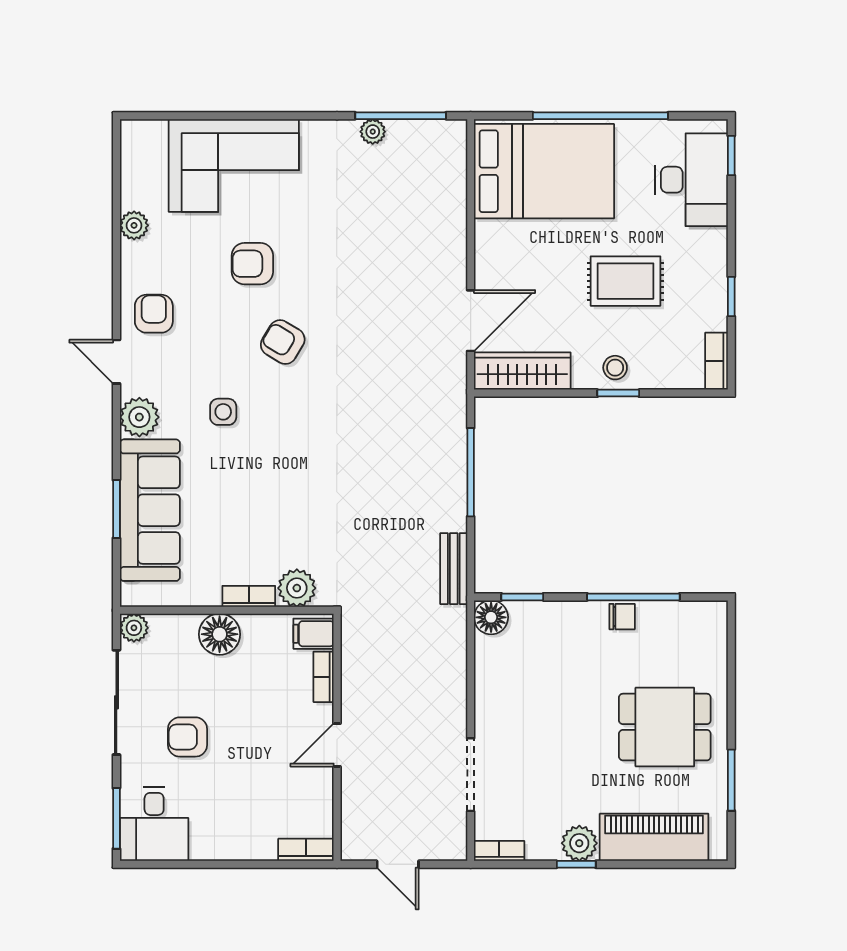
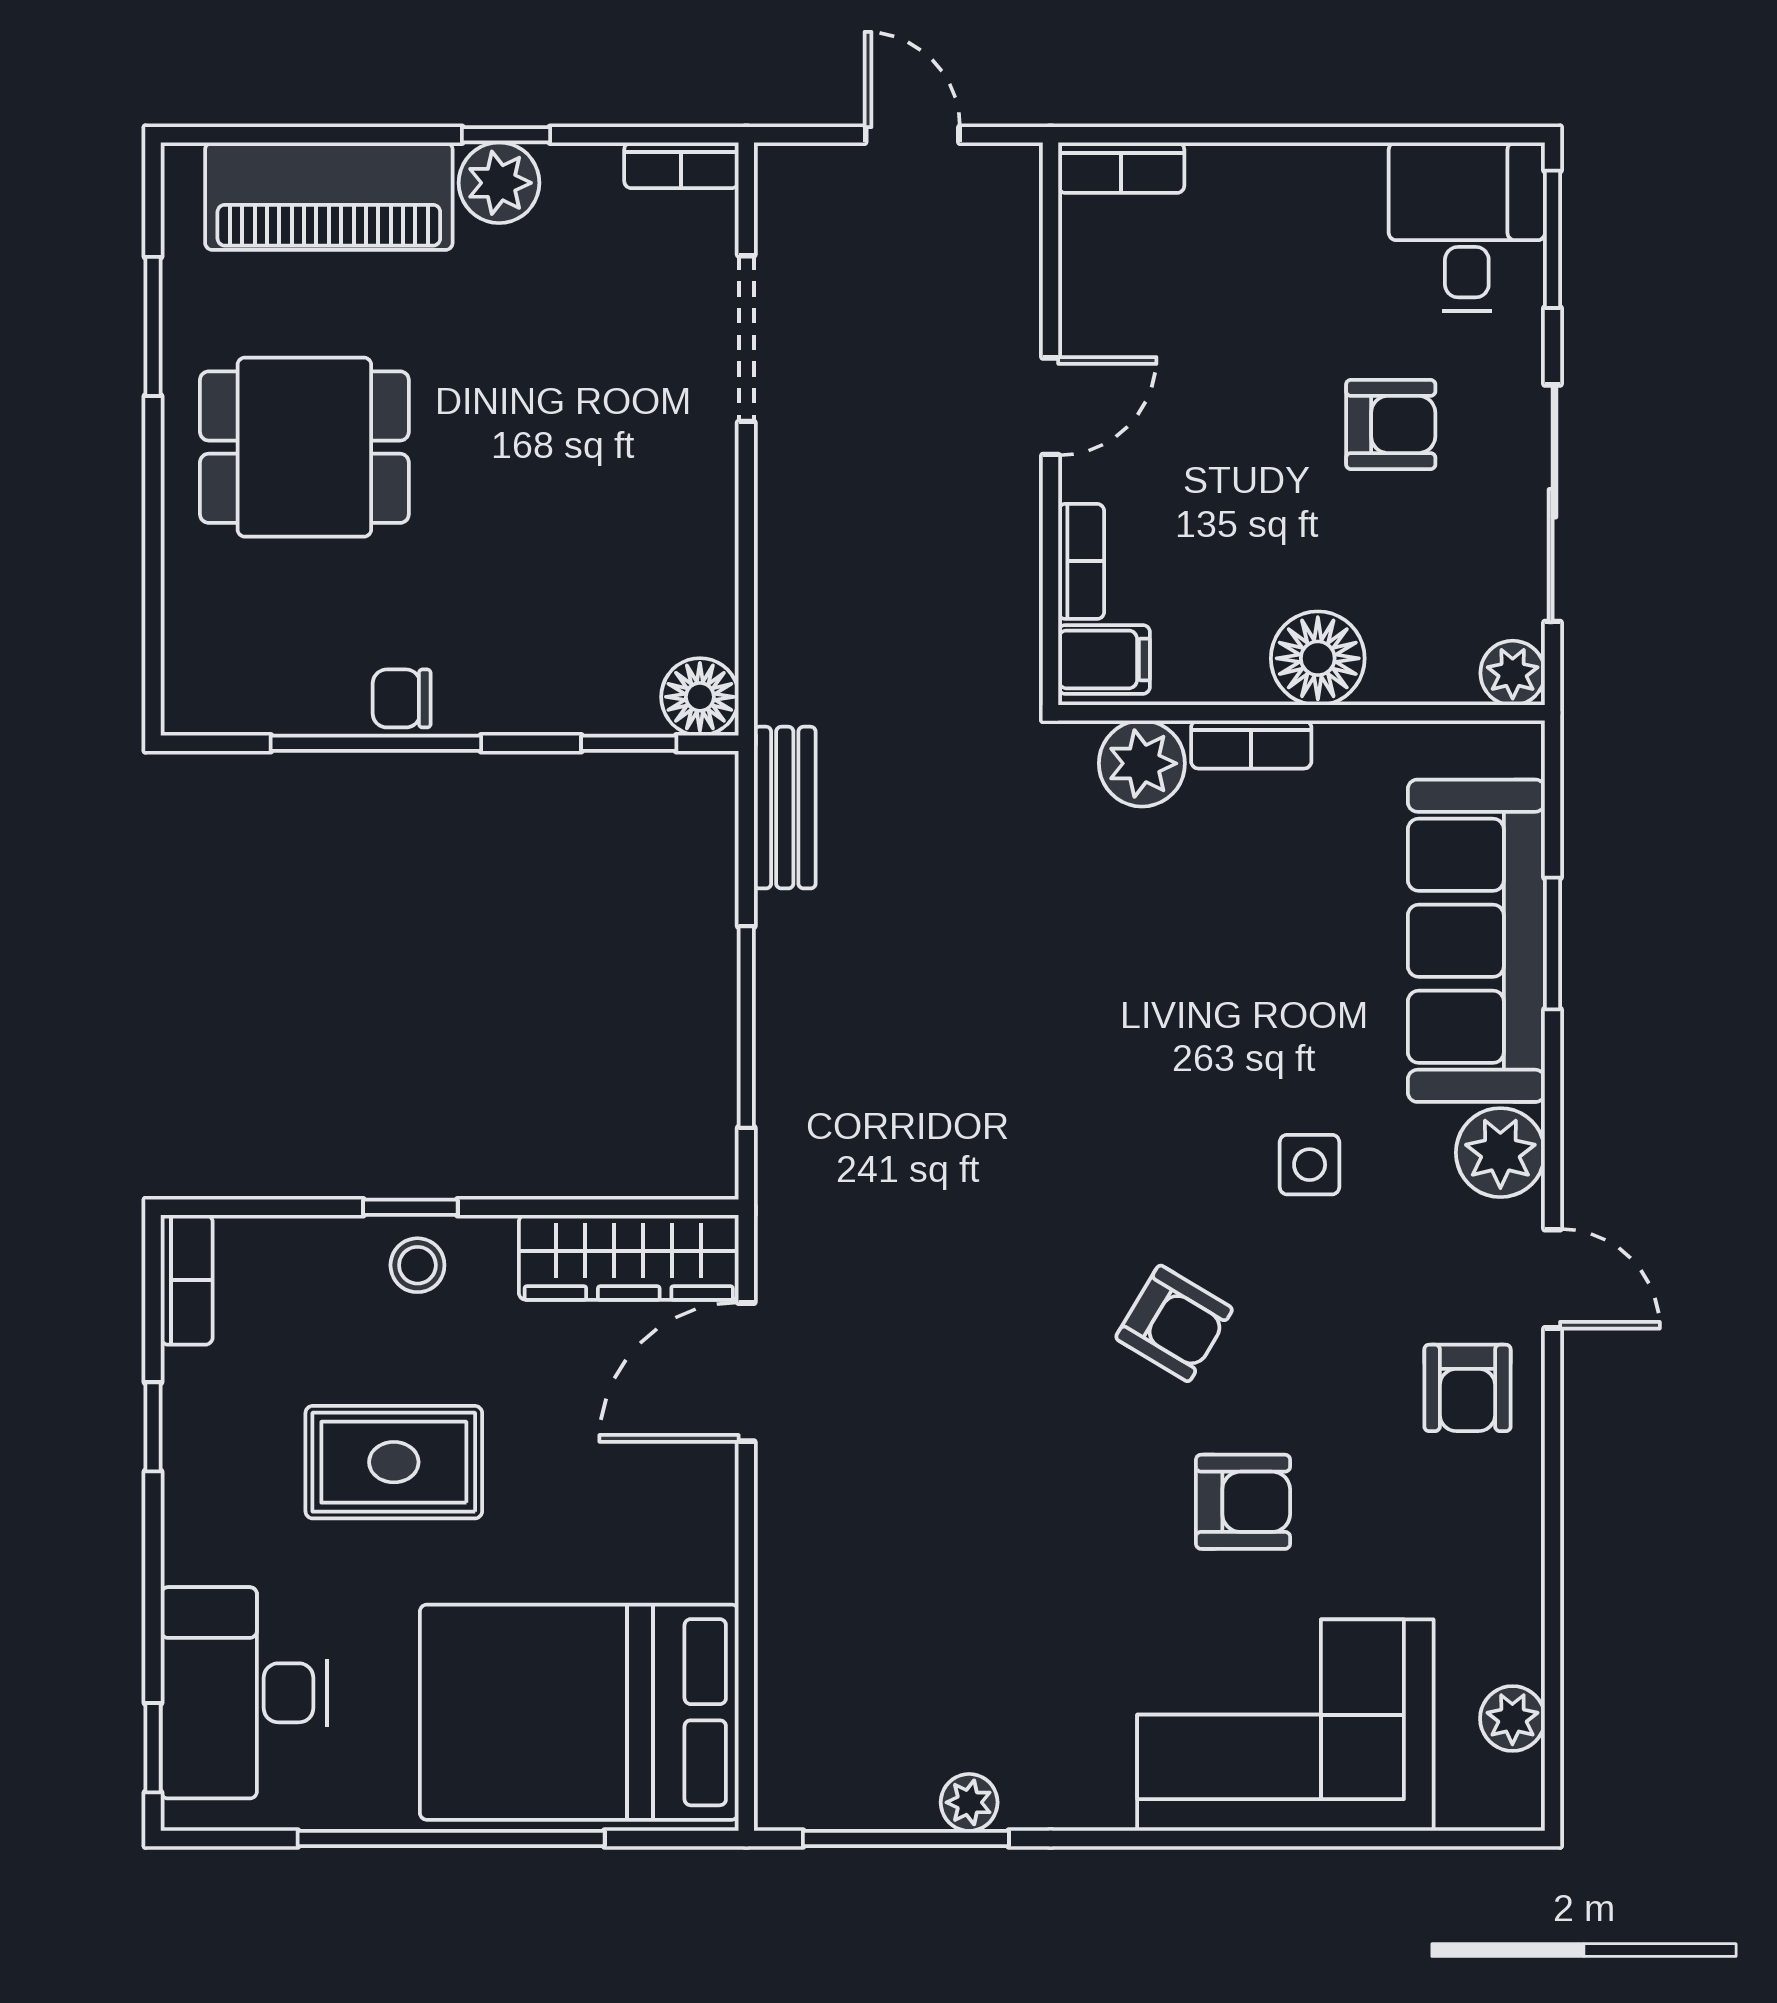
plant: (134, 225) -> (1512, 1718), moved

